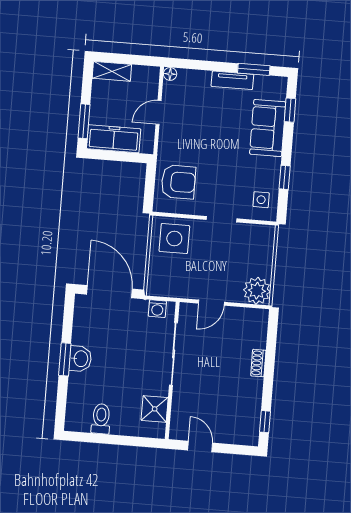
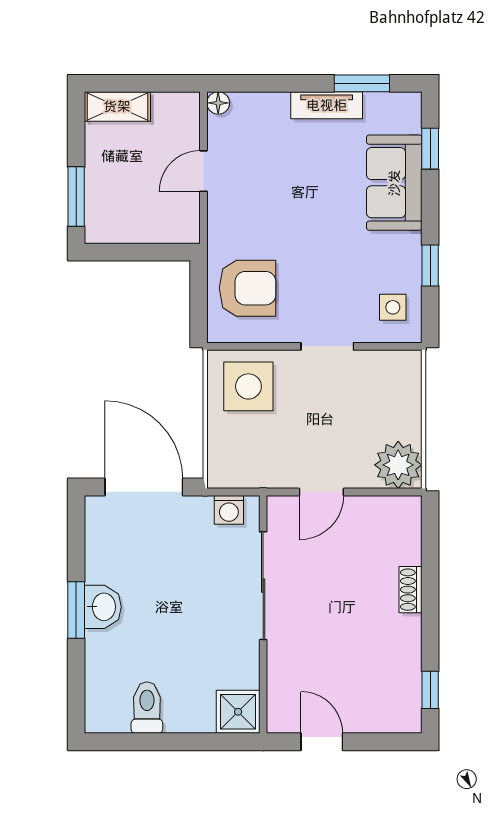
freezer: (114, 139) -> (130, 223), removed
shower: (155, 409) -> (238, 712), moved

